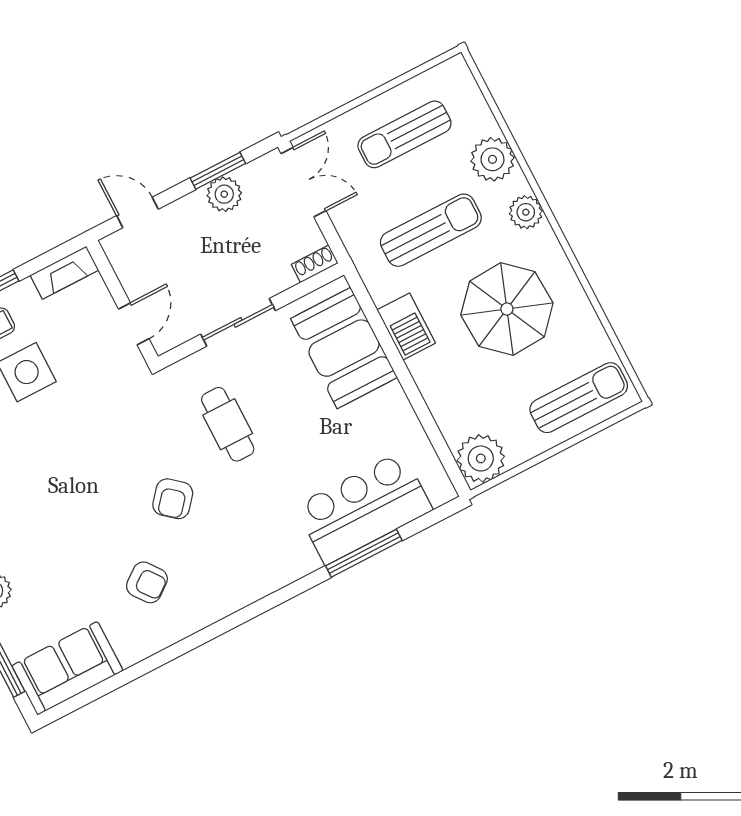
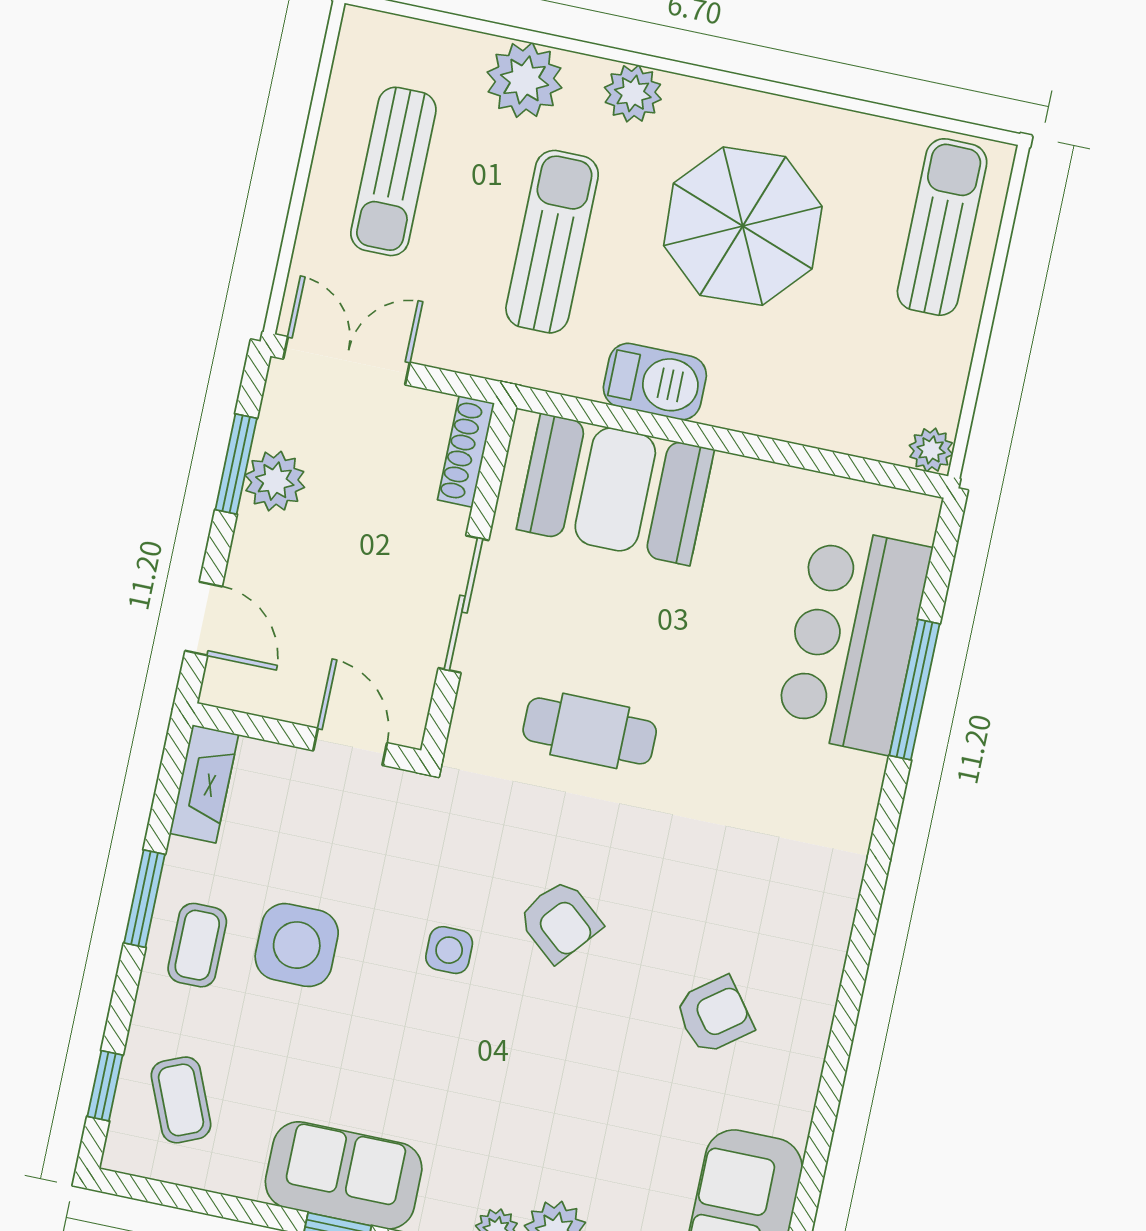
door: (137, 212) -> (204, 619), swing flipped
shoe rack: (315, 264) -> (466, 451), width x1.43
side table: (80, 441) -> (449, 950), added
plant: (481, 458) -> (931, 450), width x0.53, depth x0.53
armchair: (173, 499) -> (560, 921), moved

